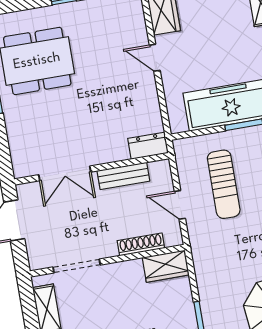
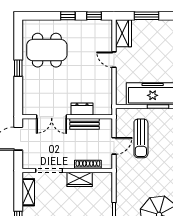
dresser: (148, 146) -> (82, 109), moved
door: (180, 205) -> (114, 146), swing flipped
wardrobe: (166, 266) -> (80, 179), moved

